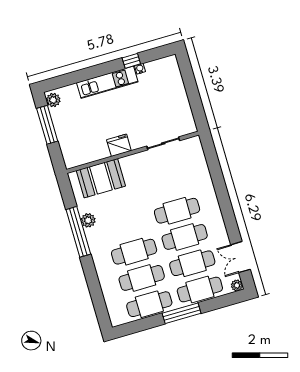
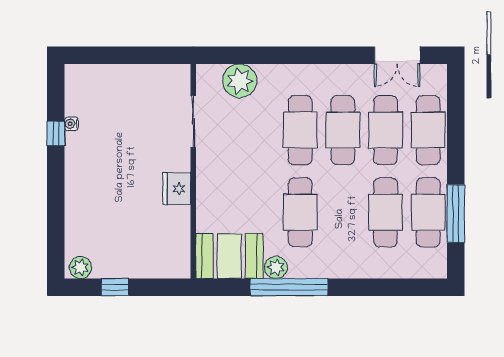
kitchen unit: (107, 82) -> (77, 179), removed
window: (47, 125) -> (115, 287), width x0.46
booth: (101, 178) -> (229, 256), moved, turned 90
cafe table: (134, 252) -> (300, 212), moved
plant: (237, 285) -> (240, 81), moved, width x1.87, depth x1.87
window: (182, 313) -> (456, 214), moved

